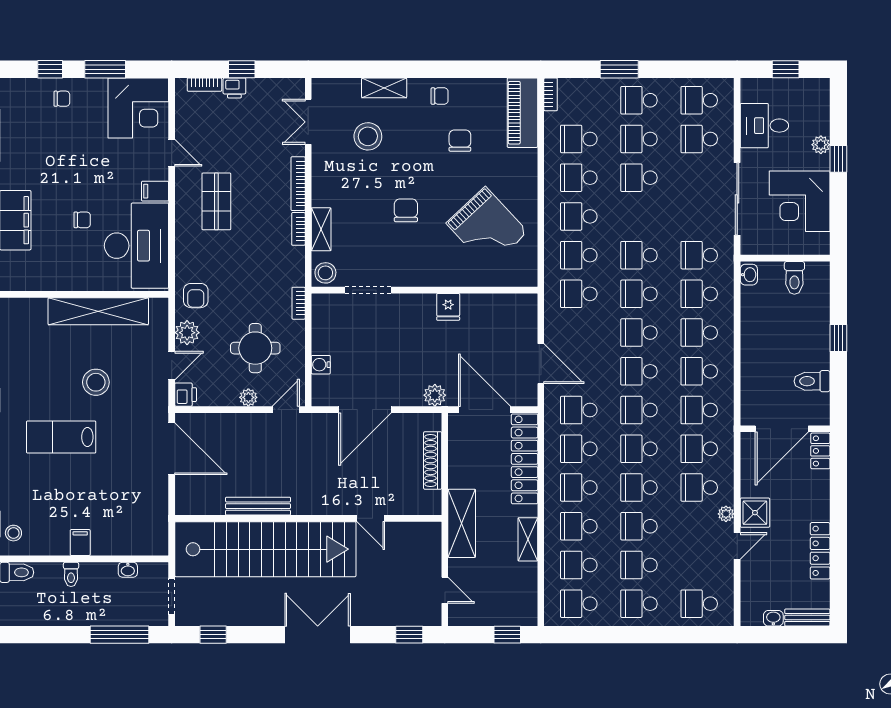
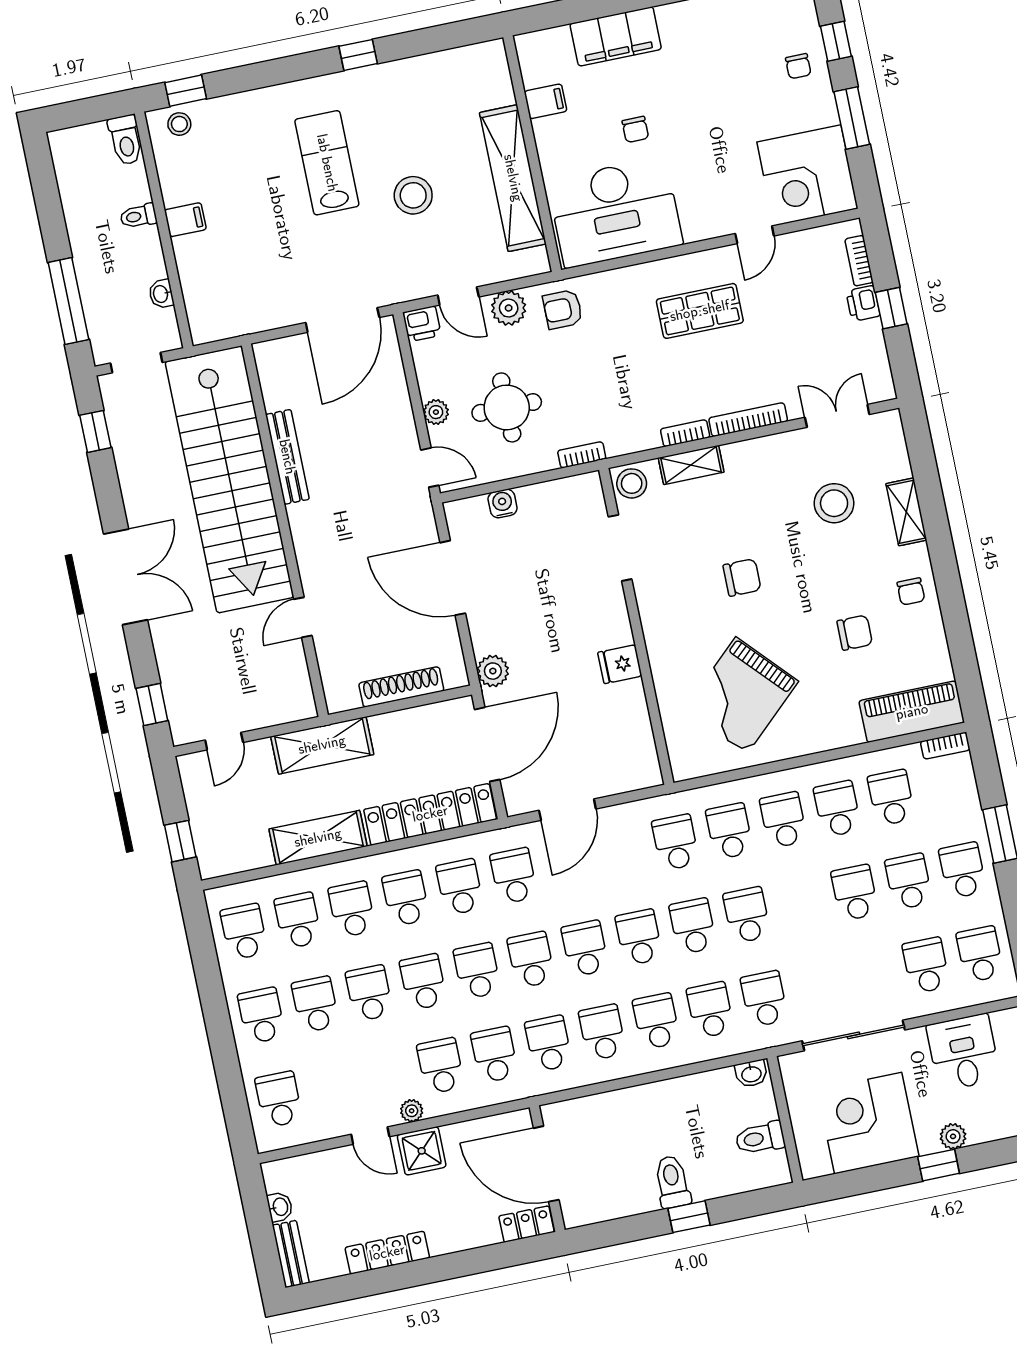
filing cabinet: (155, 191) -> (545, 101), moved, turned 90
toilet: (812, 381) -> (672, 1182), moved
shelving: (528, 539) -> (318, 838), width x1.50, depth x1.33

